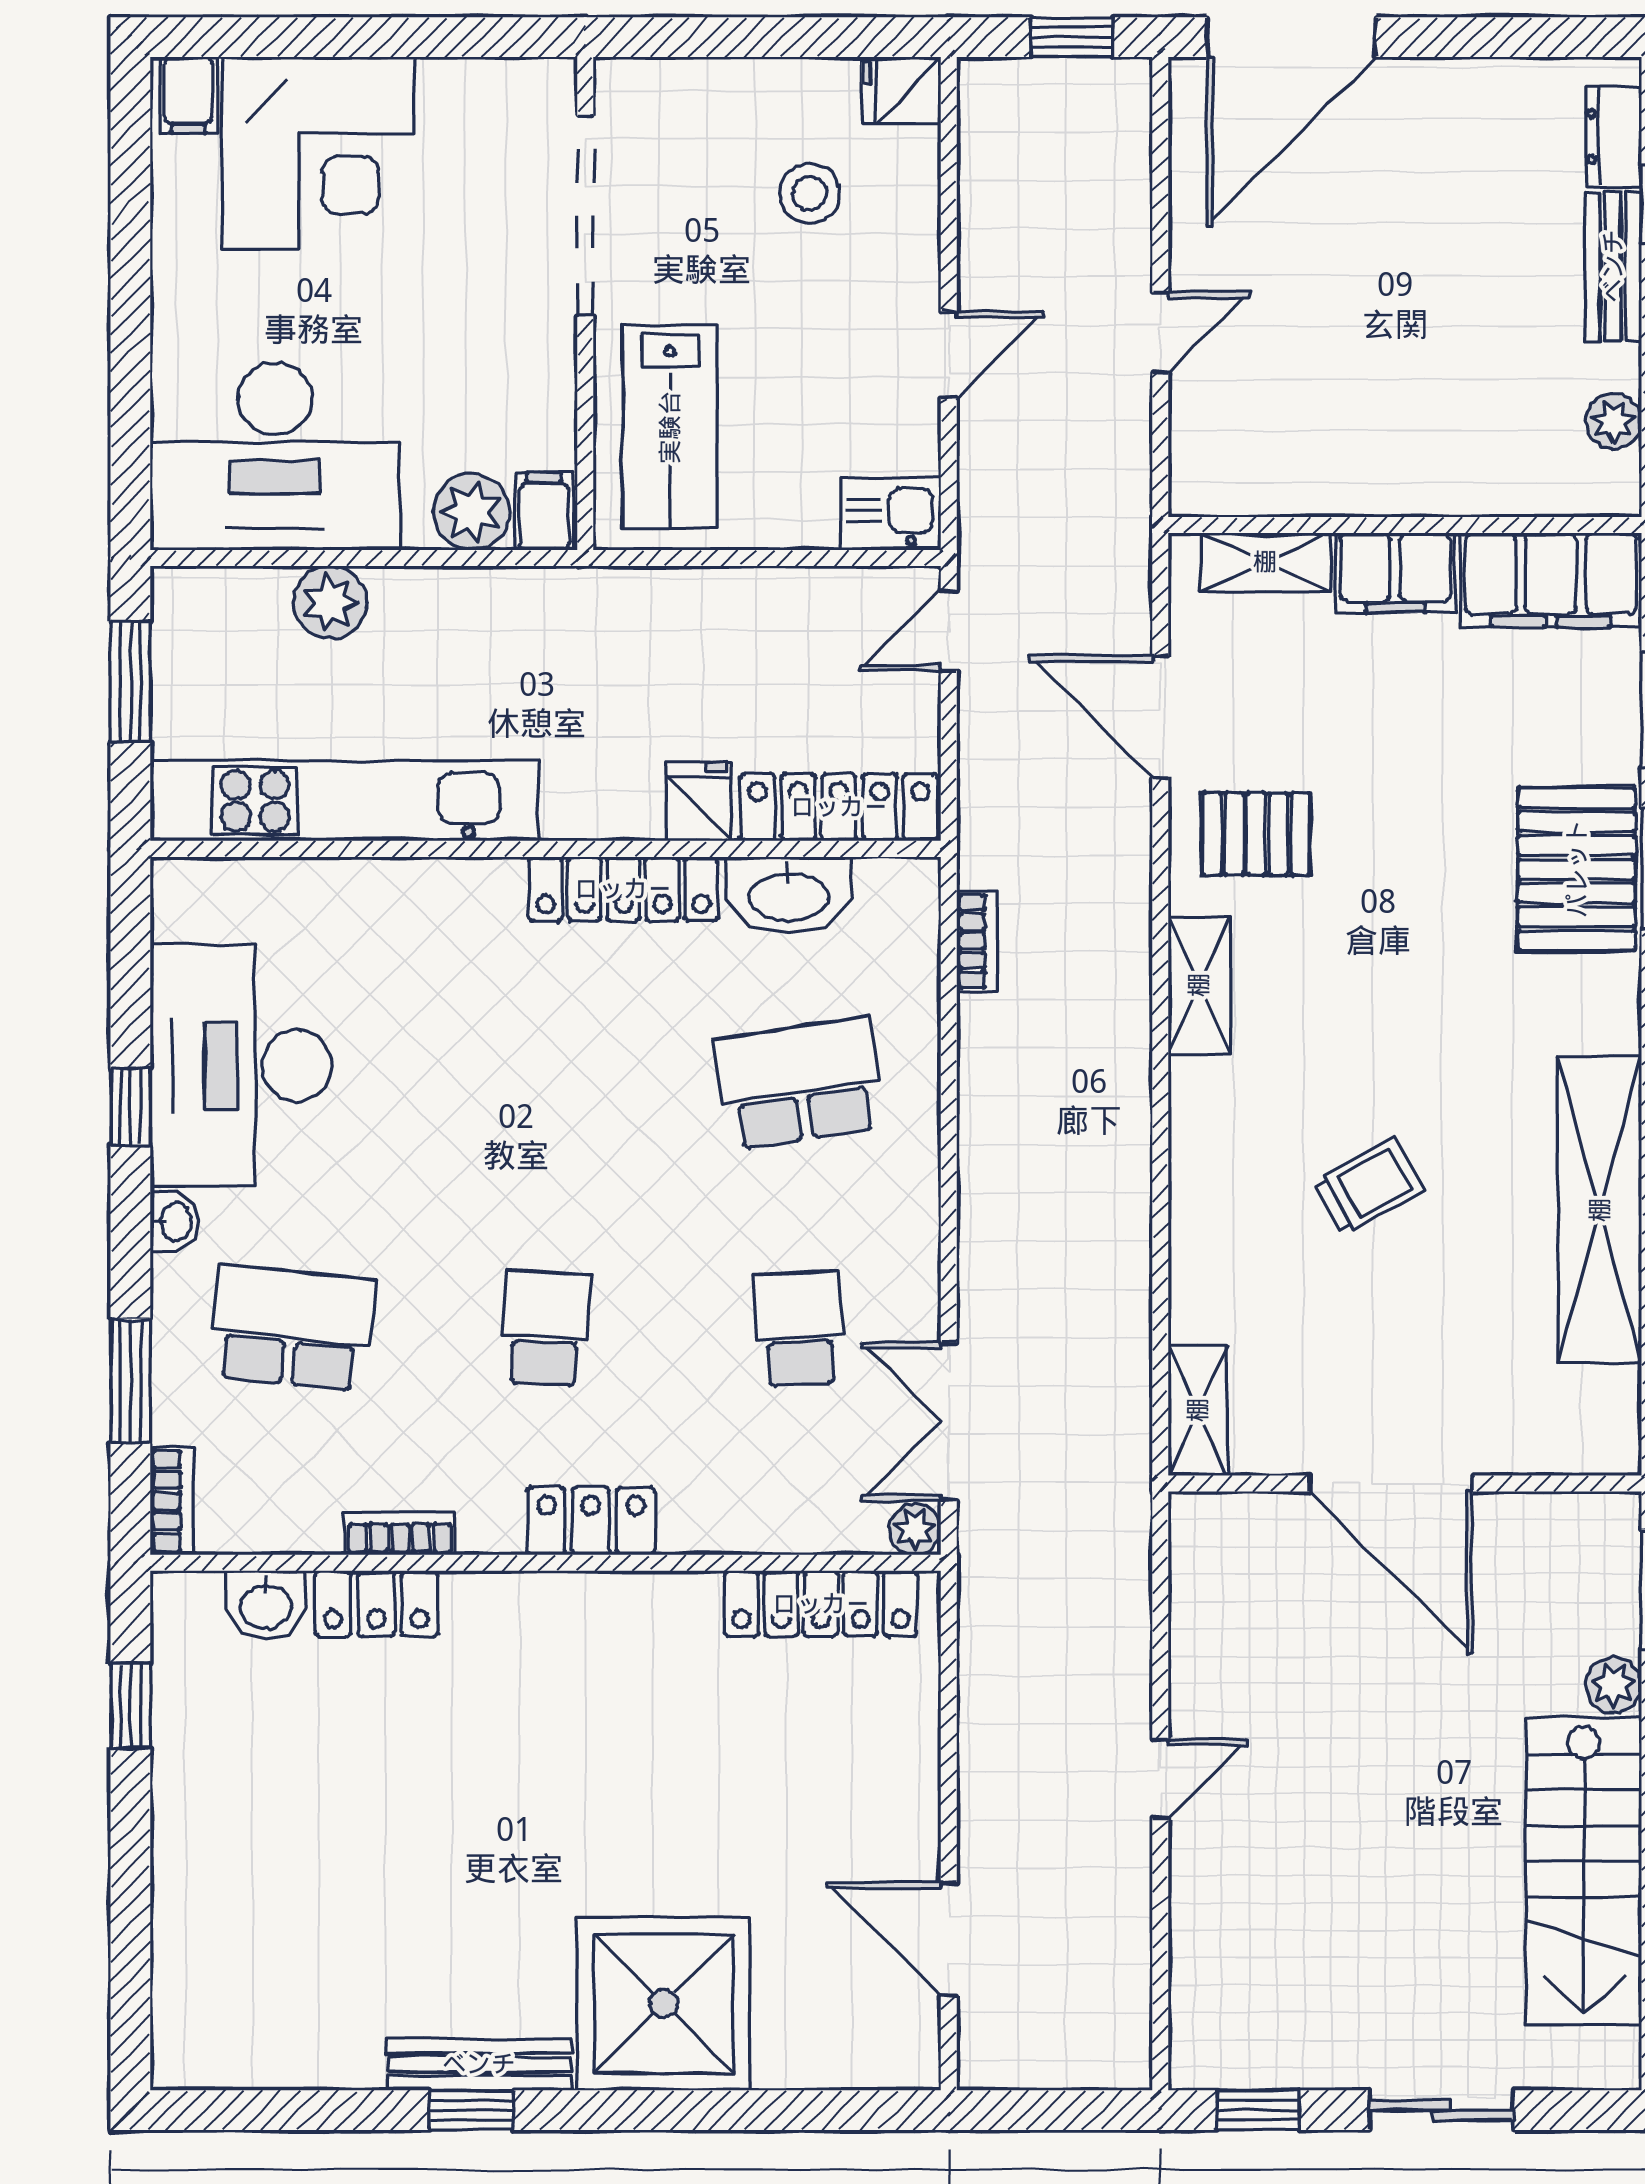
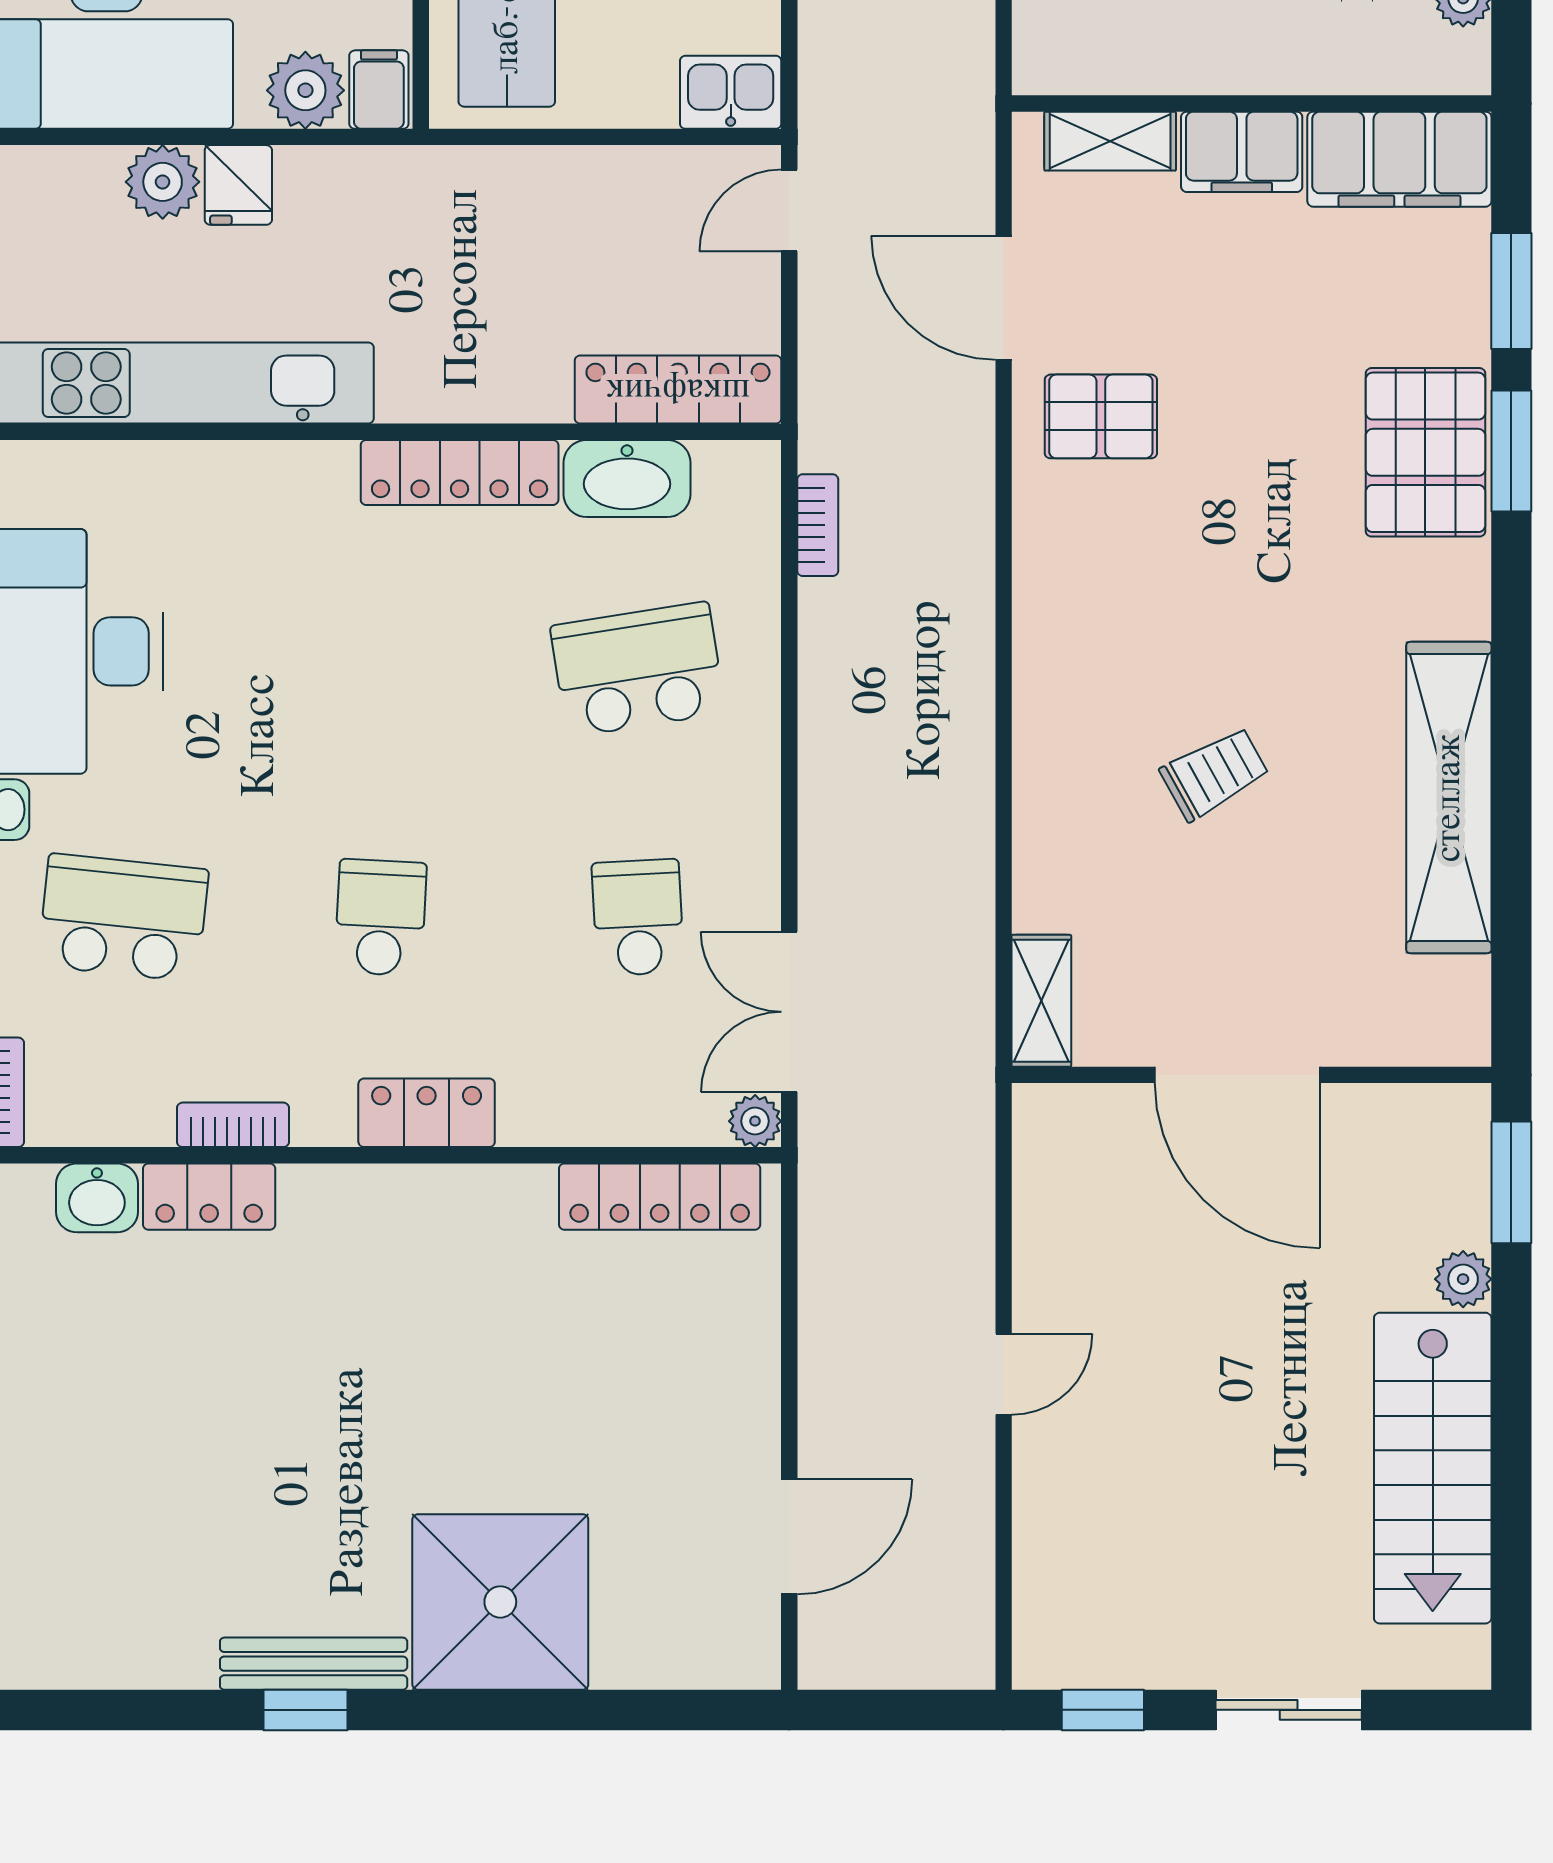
fridge: (699, 802) -> (238, 185), moved, turned 180
shelving: (1199, 985) -> (1043, 570), removed
door: (949, 1939) -> (789, 1537), swing flipped

